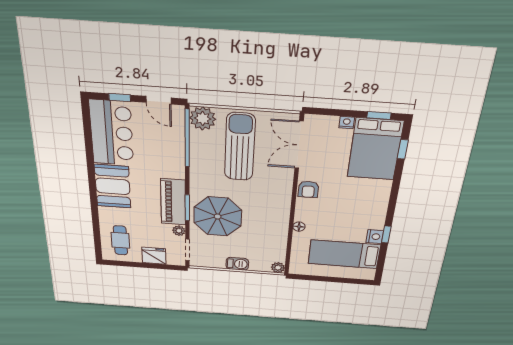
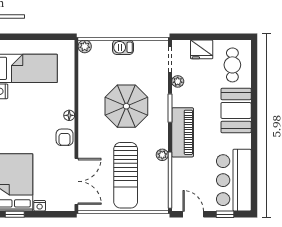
plant: (203, 118) -> (162, 155), moved, width x0.53, depth x0.53
booth: (113, 186) -> (236, 110), moved
armchair: (308, 189) -> (65, 137), turned 180
piano: (173, 202) -> (183, 132), moved
parasol: (218, 216) -> (126, 106), moved
floor lamp: (299, 227) -> (69, 115), moved

